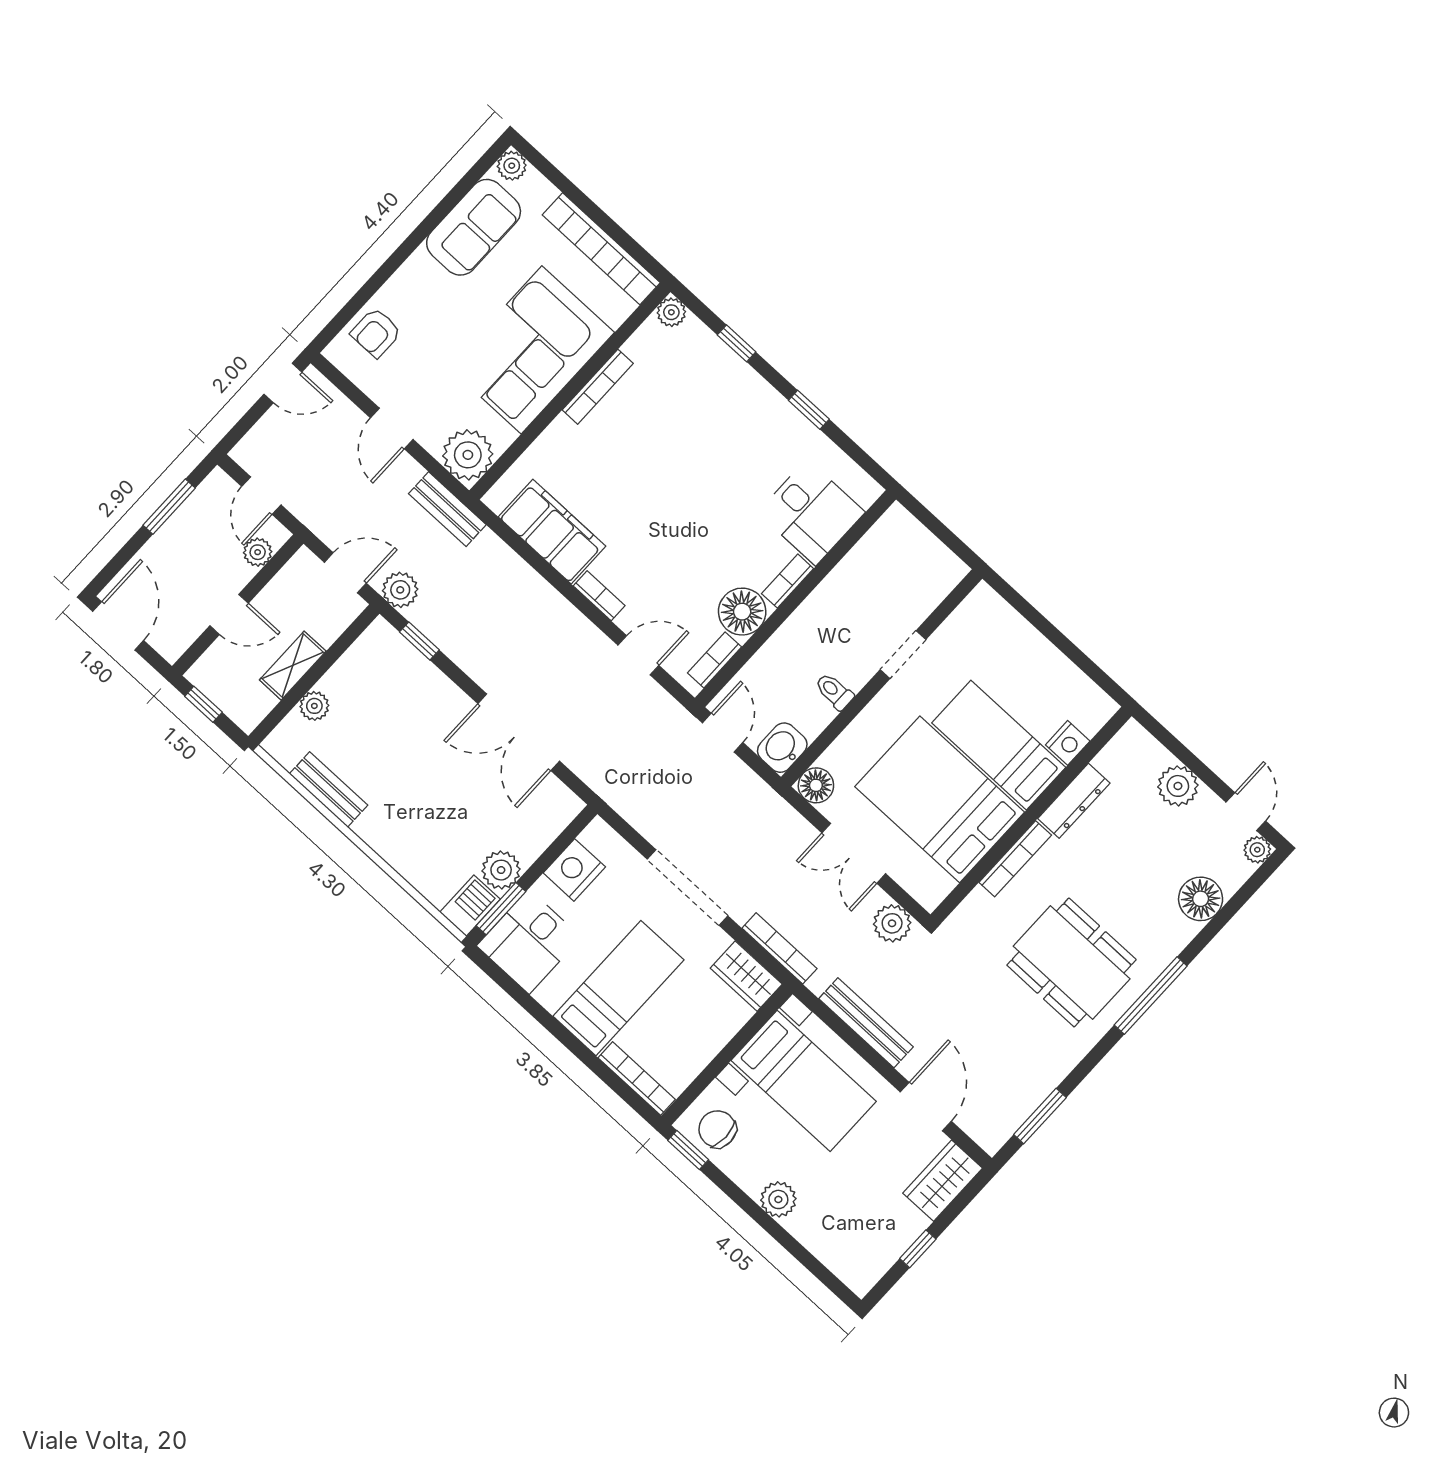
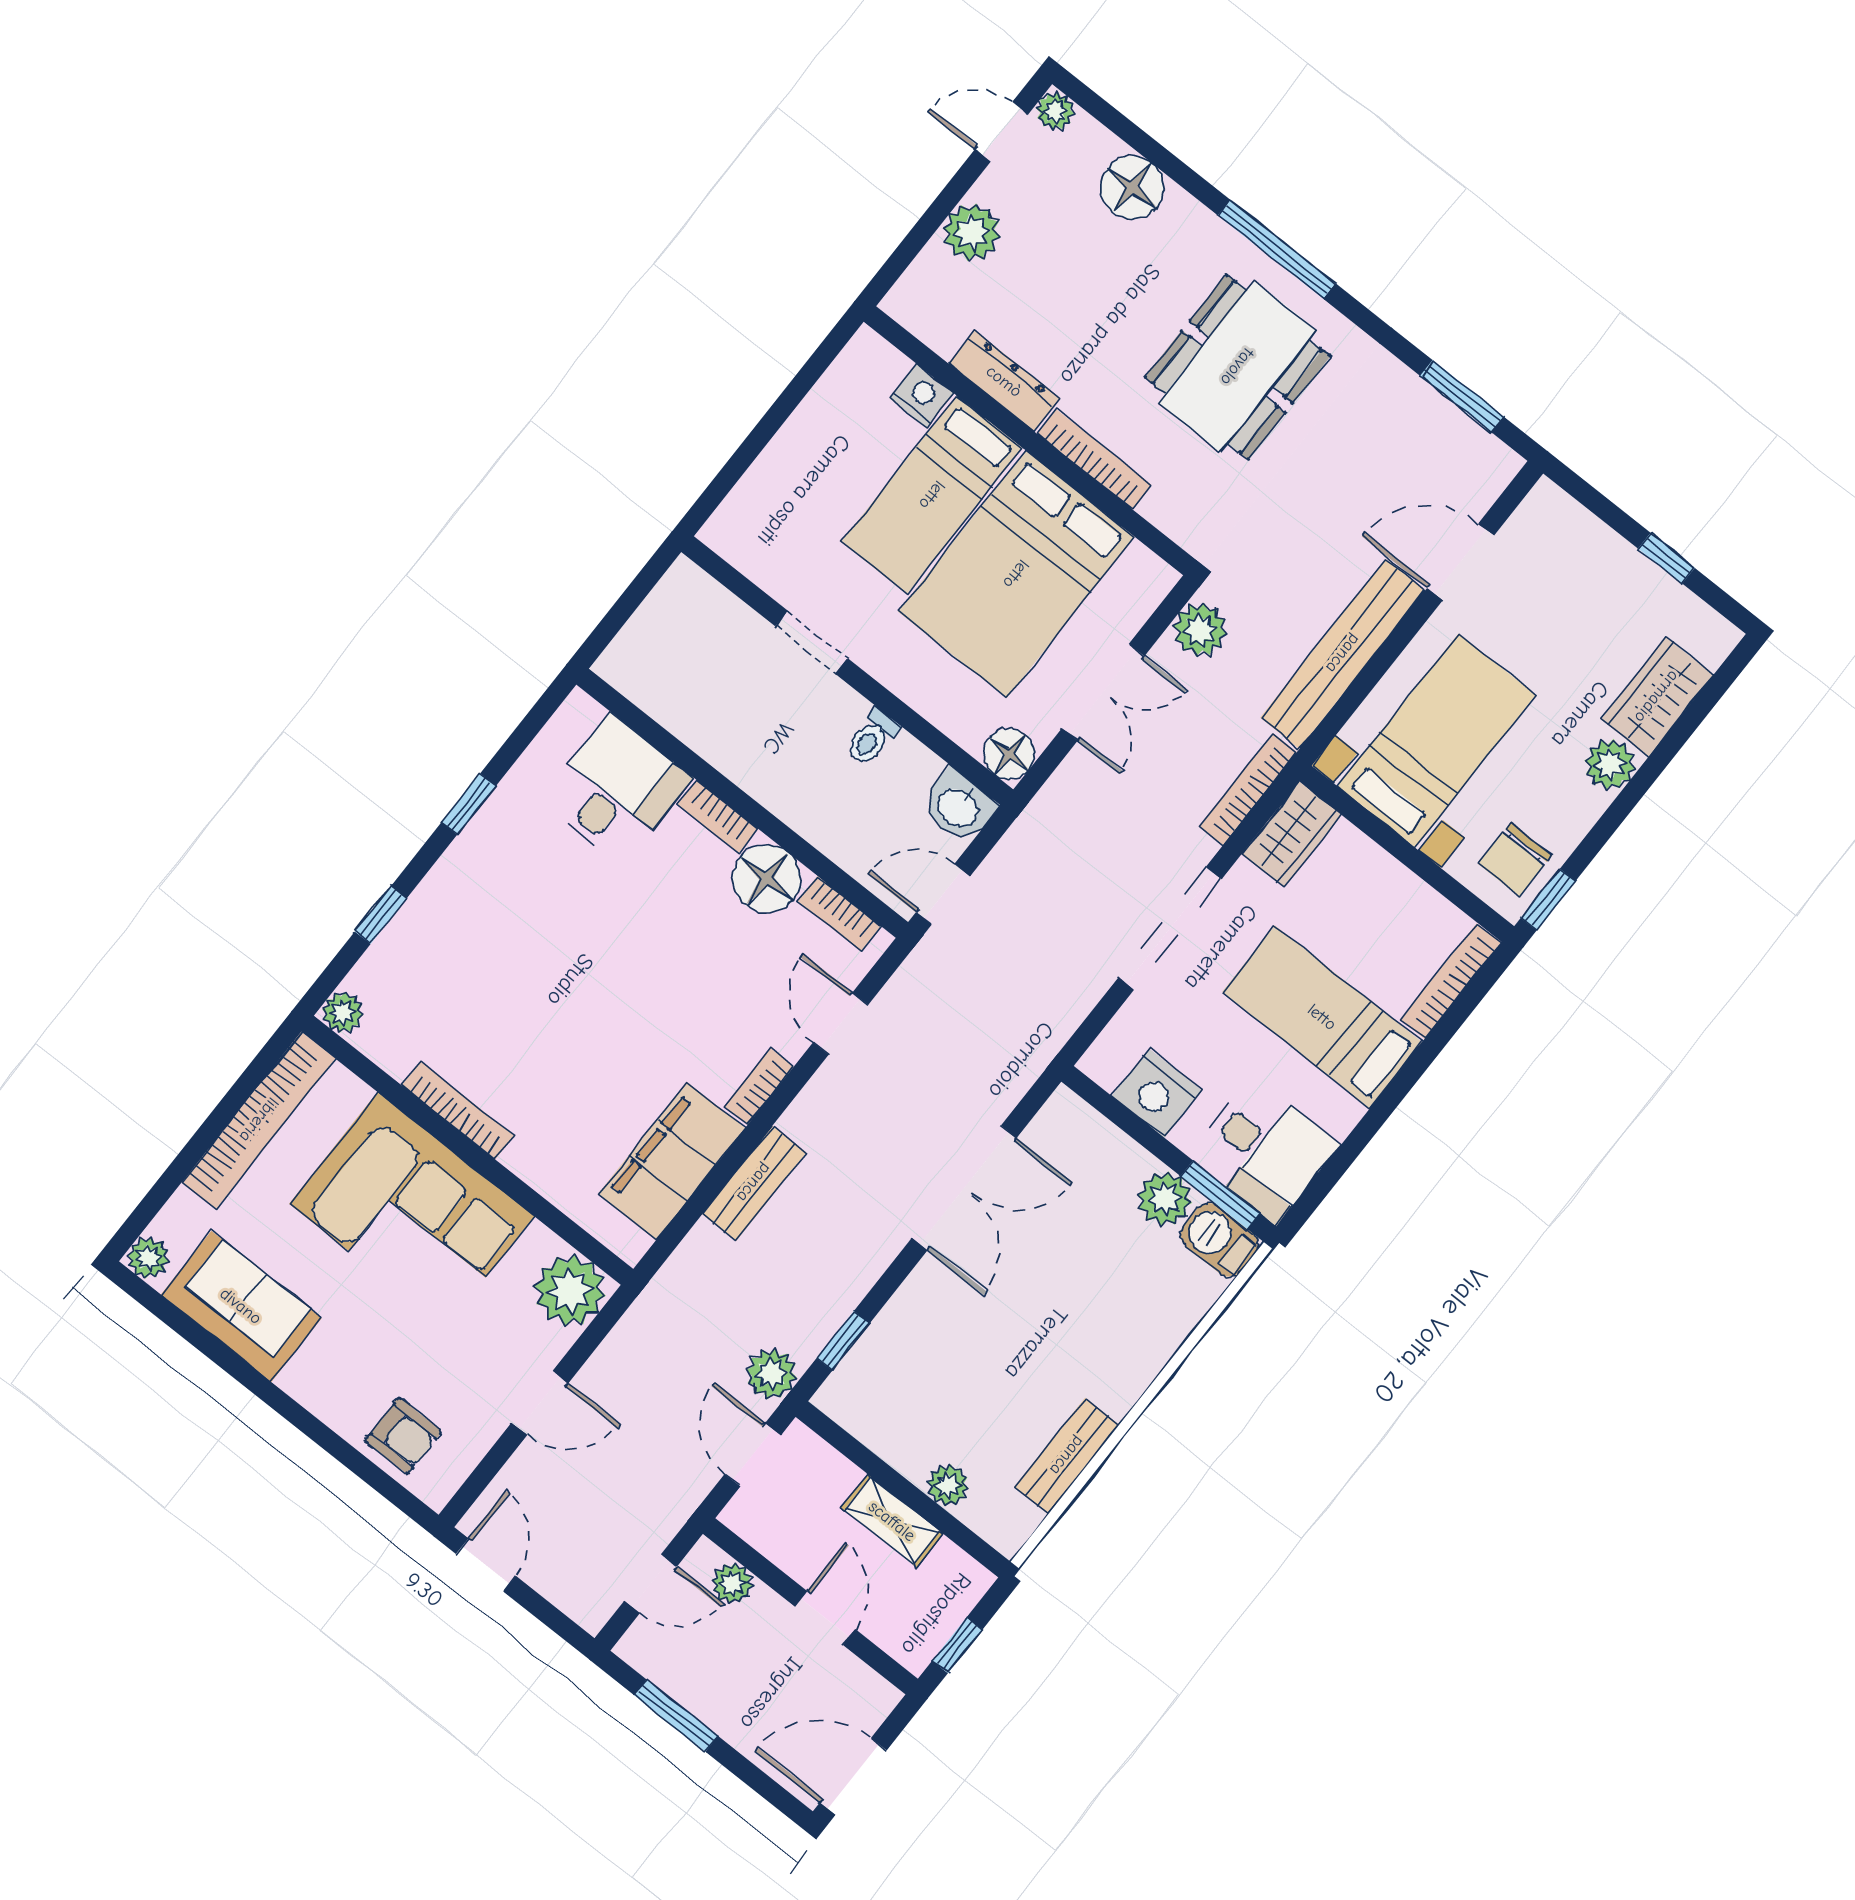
bench: (447, 509) -> (754, 1183), moved
bench: (866, 1023) -> (1343, 654), width x1.37, depth x1.21
wardrobe: (943, 1181) -> (1657, 697), moved, turned 90

